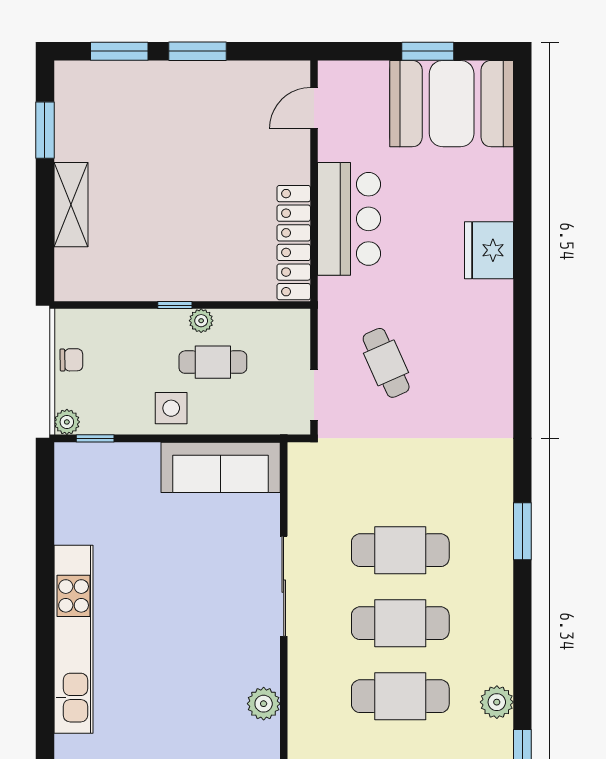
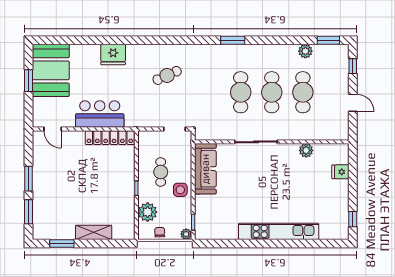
plant: (201, 321) -> (148, 212), moved, width x1.88, depth x1.88
cafe table: (386, 363) -> (167, 75), moved

